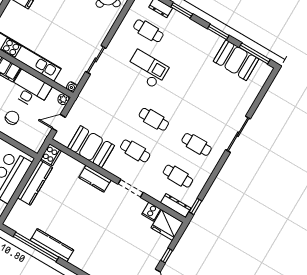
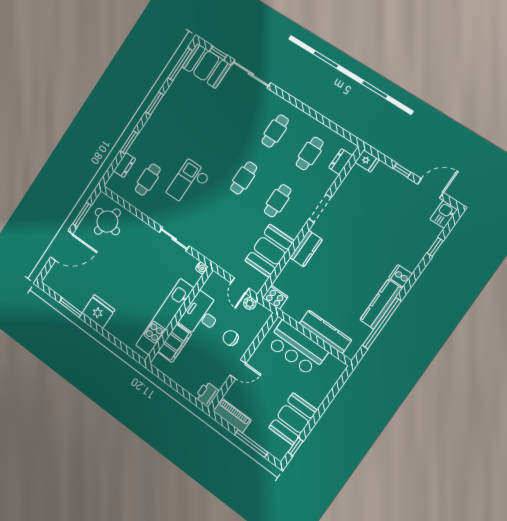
booth: (236, 60) -> (206, 66), moved, turned 90
plant: (63, 99) -> (250, 303), moved
sliding door: (238, 134) -> (251, 74), moved
kitchen counter: (35, 183) -> (325, 332), moved
dresser: (176, 205) -> (340, 162), width x0.70
window: (195, 206) -> (218, 53), moved
cooker: (151, 212) -> (400, 276), moved, turned 180
fridge: (167, 225) -> (367, 161), width x0.53, depth x0.75

